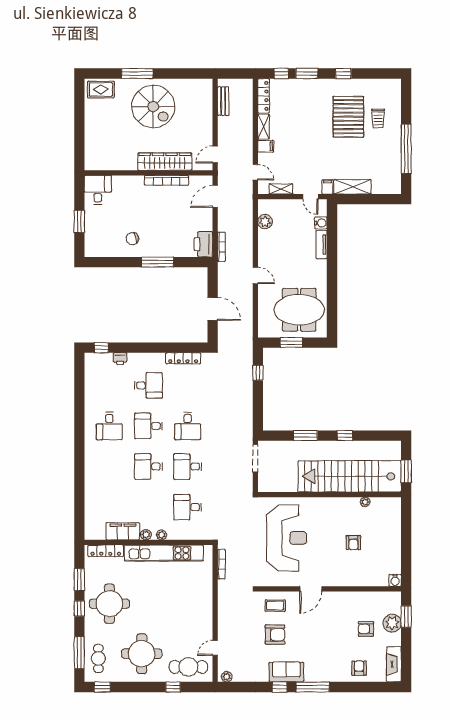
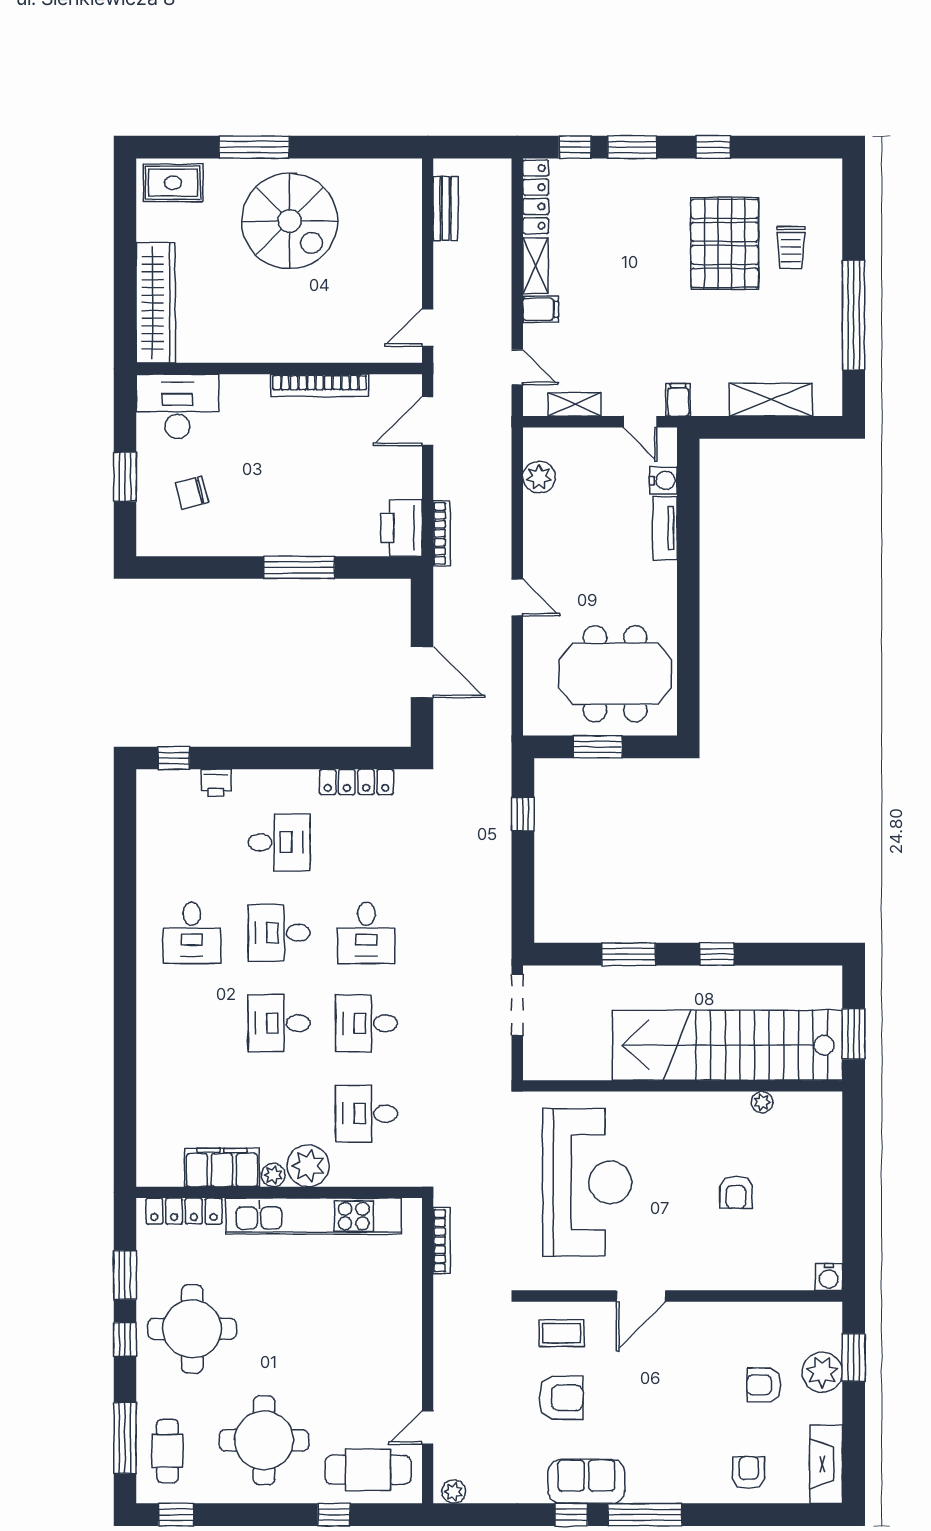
wardrobe: (165, 162) -> (156, 303), moved, turned 90
shelving: (352, 187) -> (771, 400), moved
desk: (98, 190) -> (177, 406), width x1.37
chair: (132, 239) -> (192, 492), moved
plant: (162, 535) -> (308, 1166), width x1.88, depth x1.88

